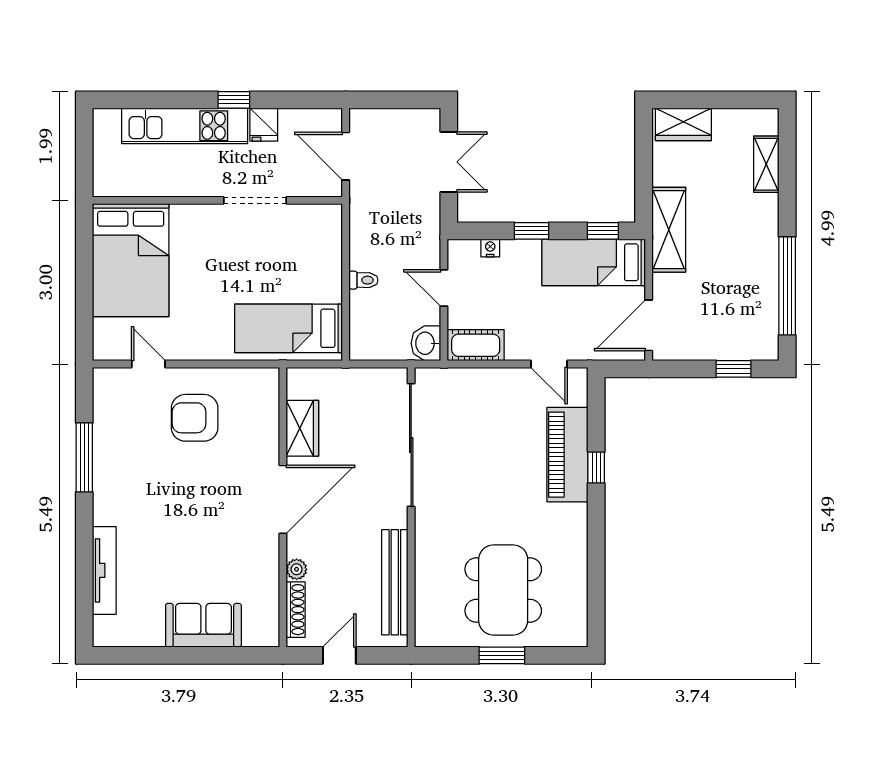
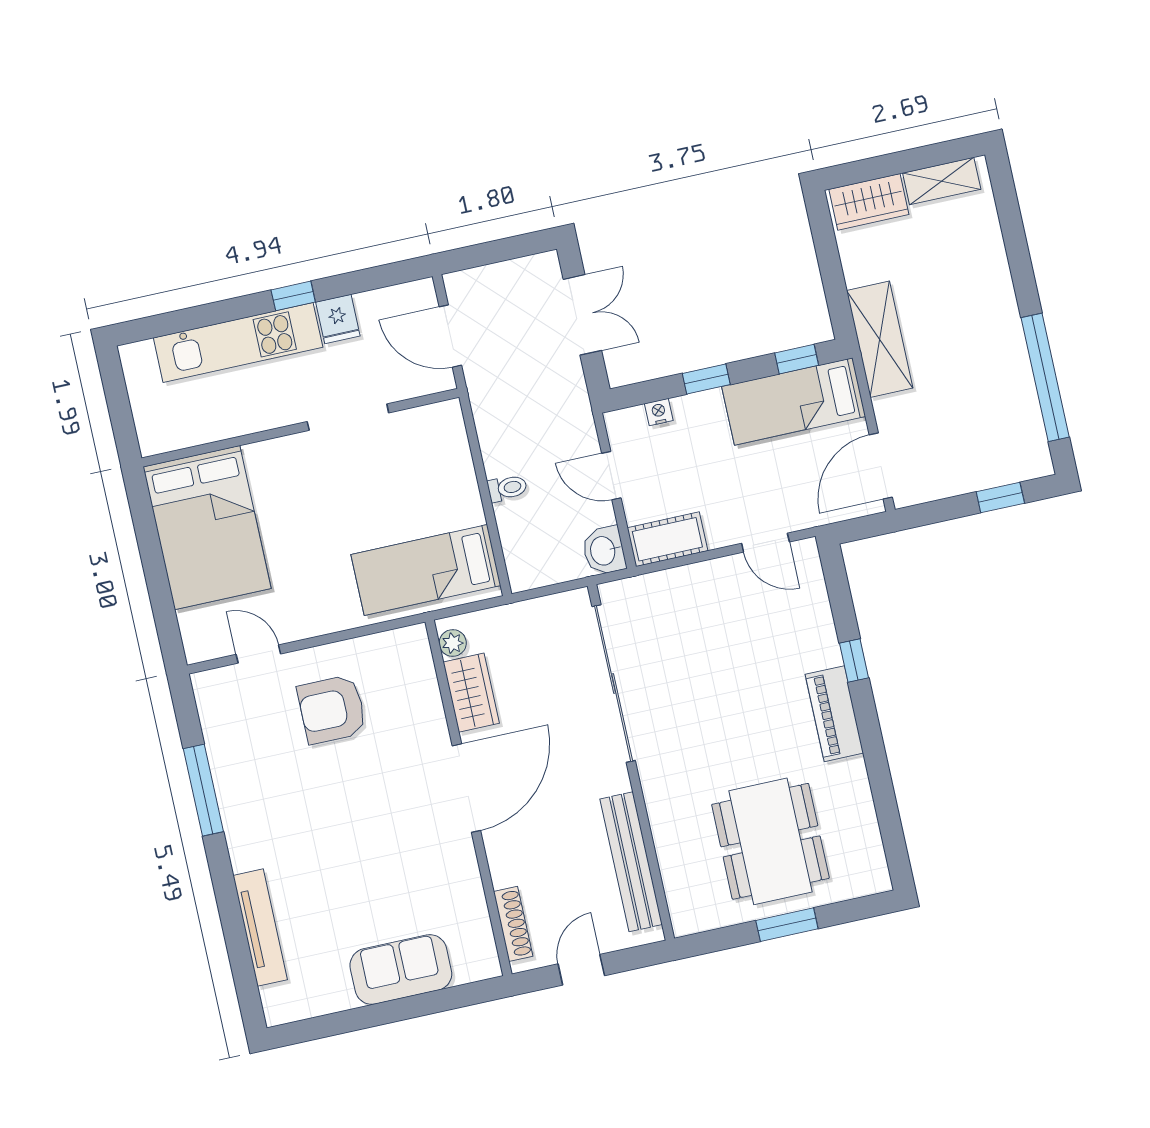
shelving: (766, 164) -> (942, 181), moved, turned 90
piano: (567, 455) -> (834, 714), moved, width x0.73, depth x0.75
plant: (297, 569) -> (453, 643), moved

